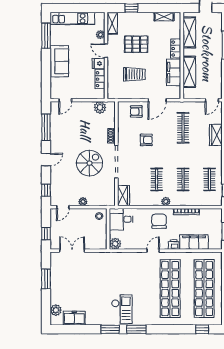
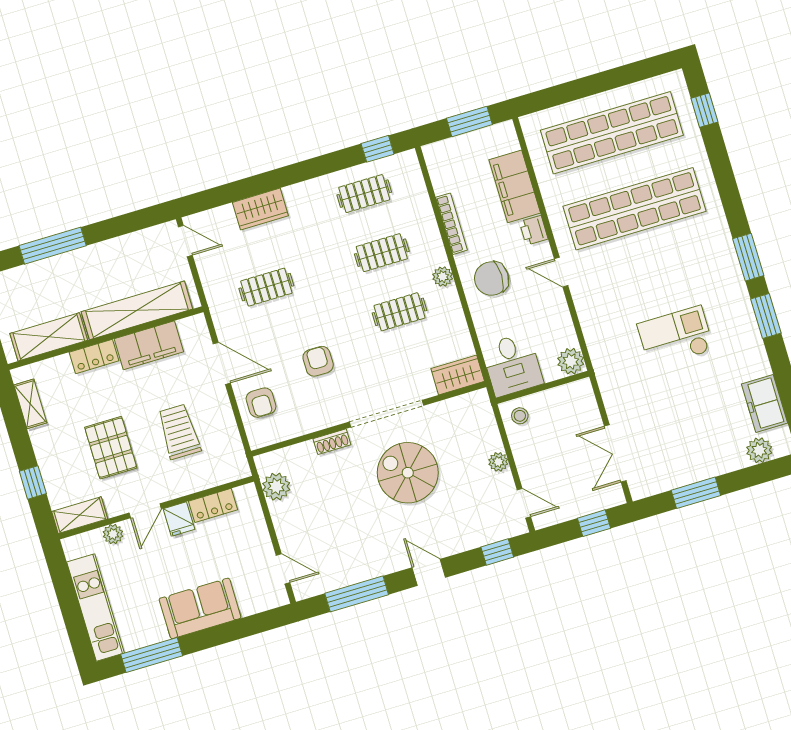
shelving: (189, 72) -> (137, 310), width x1.47
clothes rail: (183, 128) -> (266, 287), width x0.73
checkout: (122, 309) -> (676, 337), moved

